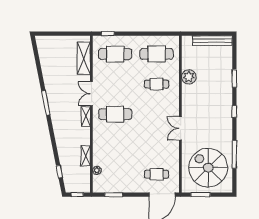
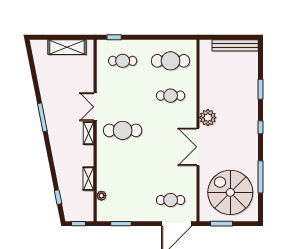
cafe table: (115, 54) -> (123, 61), width x0.73, depth x0.74
shelving: (84, 58) -> (67, 47), moved, turned 90
plant: (189, 77) -> (208, 118), moved
double door: (180, 128) -> (198, 147), width x1.37

